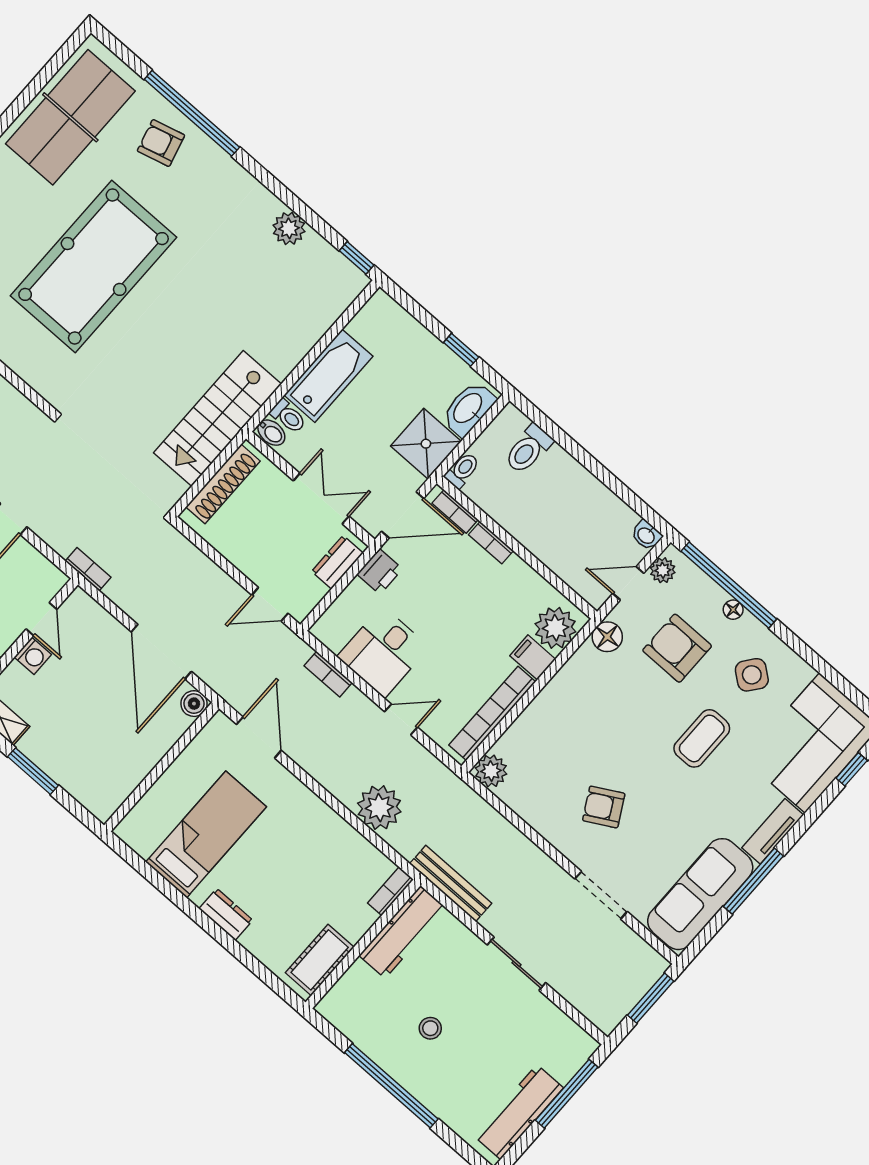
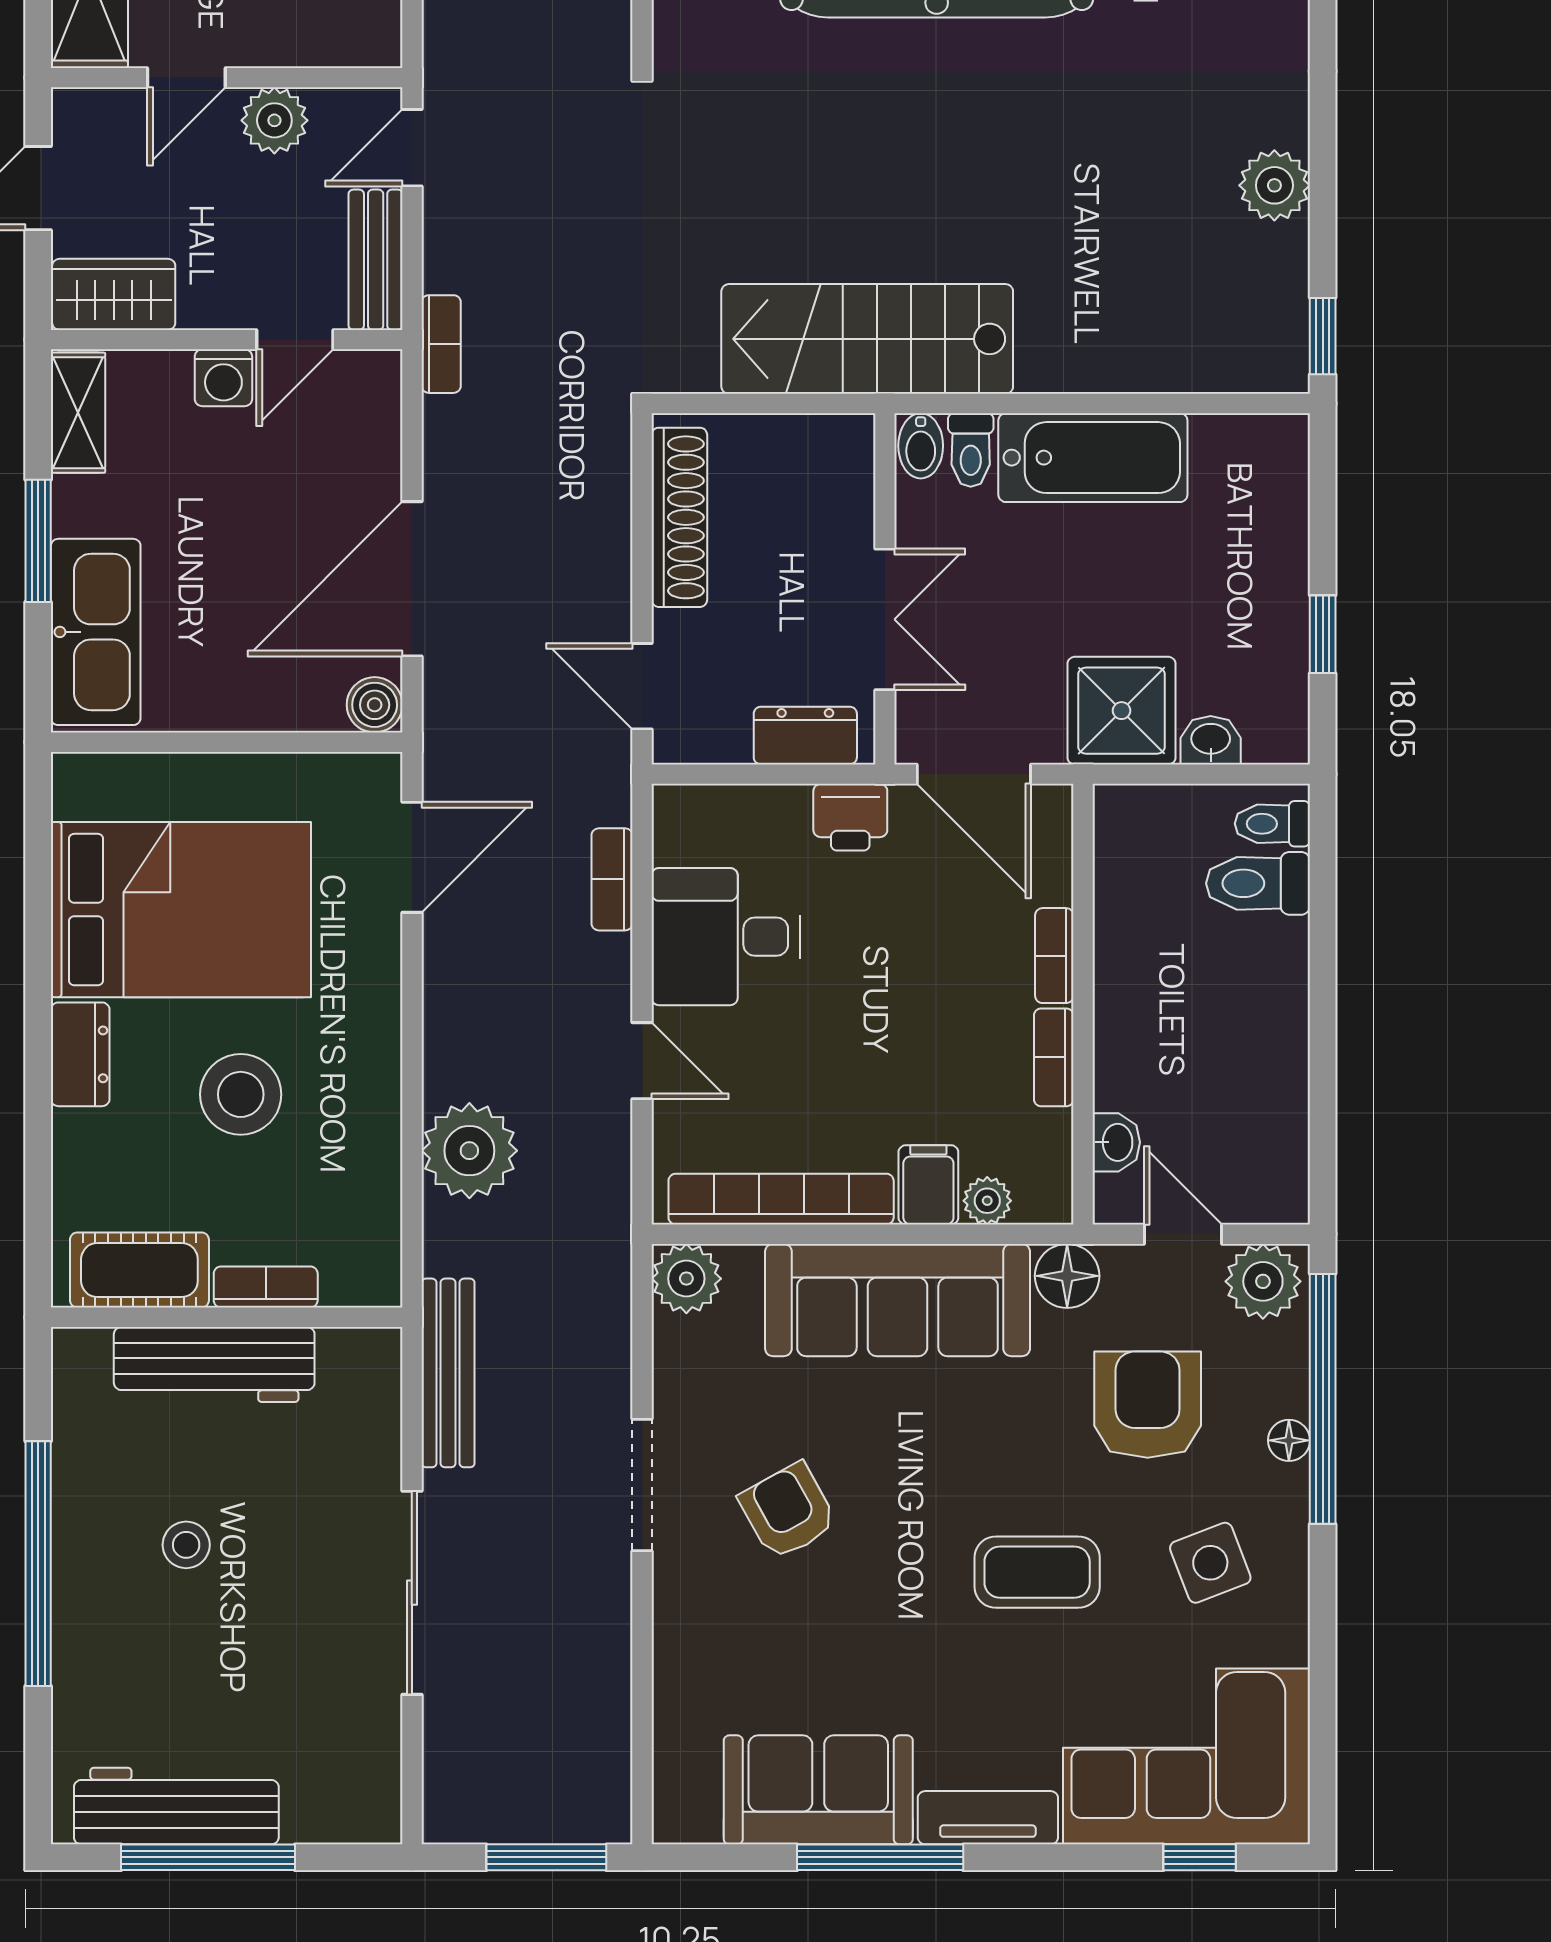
washbasin: (468, 409) -> (1211, 740), width x0.52, depth x0.69
toilet: (462, 470) -> (1272, 824), moved, turned 180
shoe rack: (223, 484) -> (679, 517), moved, turned -90
bookcase: (455, 511) -> (1054, 1057), moved
washbasin: (646, 535) -> (1116, 1142), moved, turned 180
bench: (38, 566) -> (376, 260), added
plant: (663, 570) -> (1263, 1281), width x1.38, depth x1.38
plant: (555, 628) -> (987, 1201), width x0.53, depth x0.53
side table: (752, 675) -> (1210, 1563), turned 31
sofa: (563, 704) -> (898, 1300), added
kitchen sink: (83, 779) -> (96, 632), added
bed: (206, 834) -> (181, 910), width x1.50
stool: (289, 870) -> (241, 1094), added
bookcase: (391, 891) -> (266, 1287), moved
sofa: (700, 894) -> (818, 1790), width x0.73
doorway: (601, 895) -> (642, 1485), moved
workbench: (403, 932) -> (214, 1365), moved
sliding door: (517, 964) -> (412, 1593), width x1.37
window: (567, 1094) -> (208, 1857), moved

